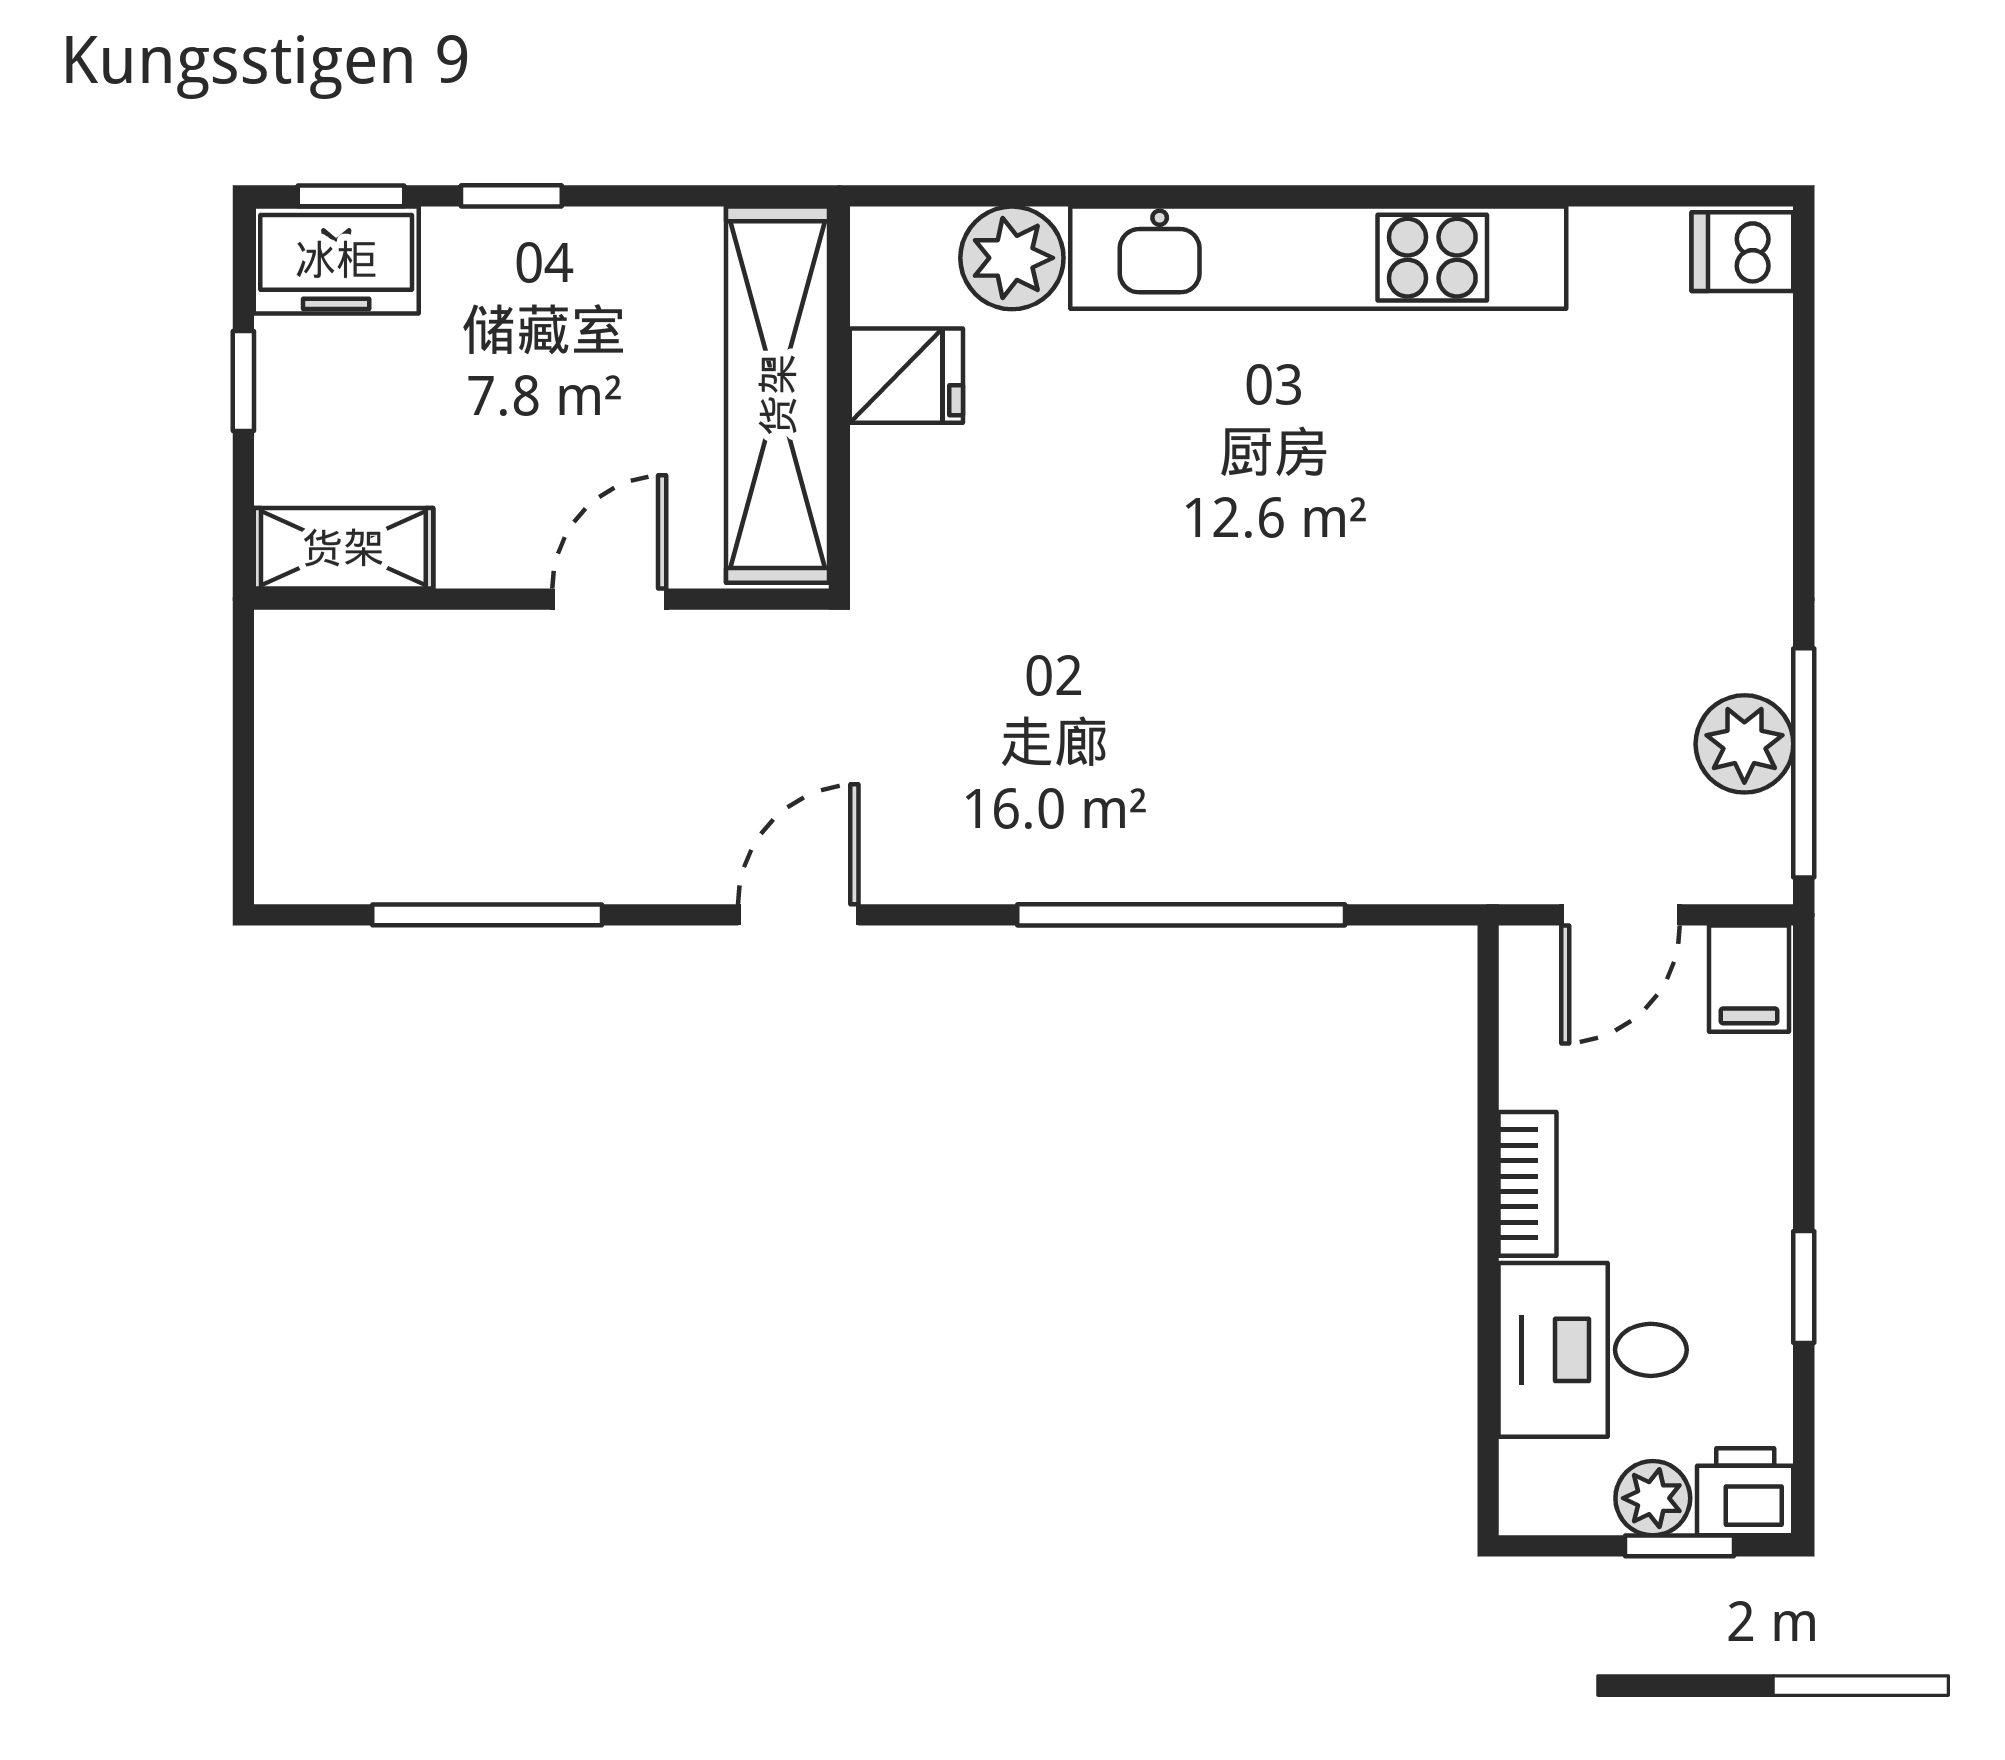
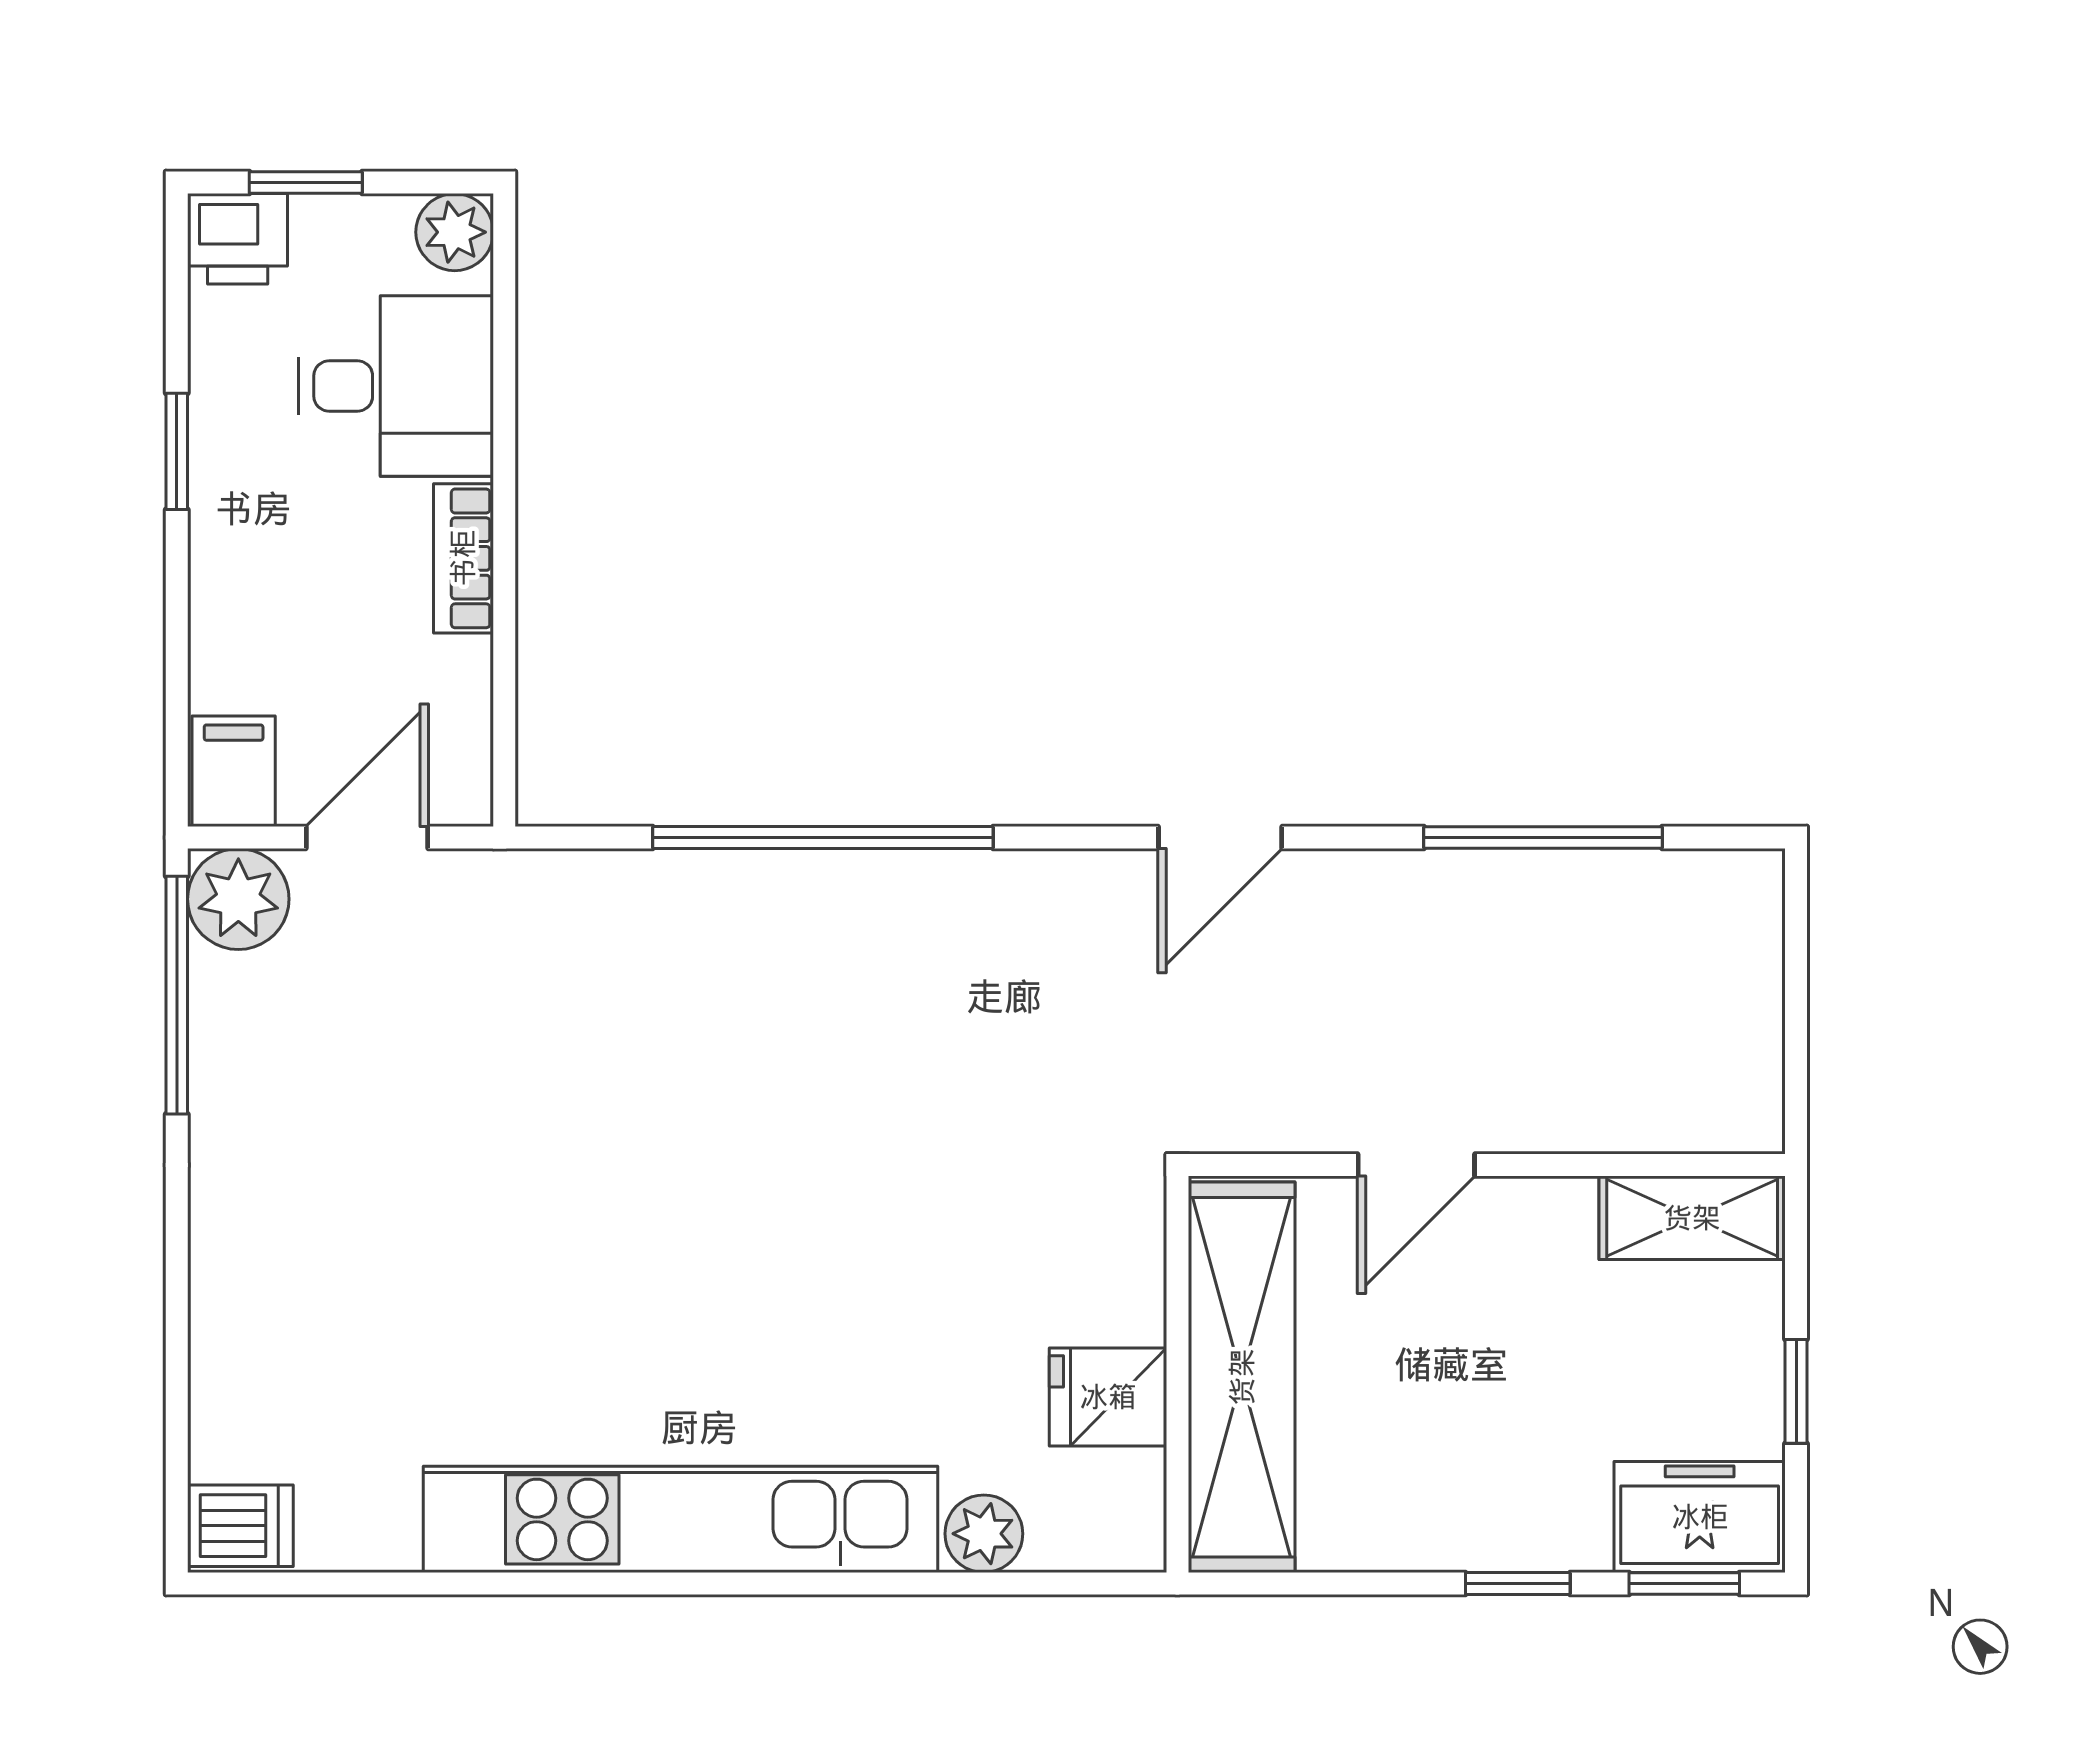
plant: (1012, 258) -> (984, 1534), width x0.73, depth x0.73
plant: (1744, 744) -> (238, 899), moved
plant: (1653, 1498) -> (455, 232), moved

